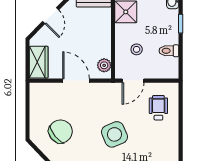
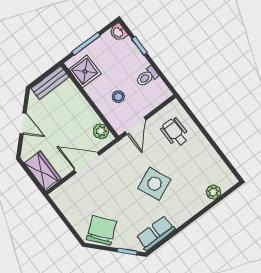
chair: (61, 131) -> (101, 230), moved

